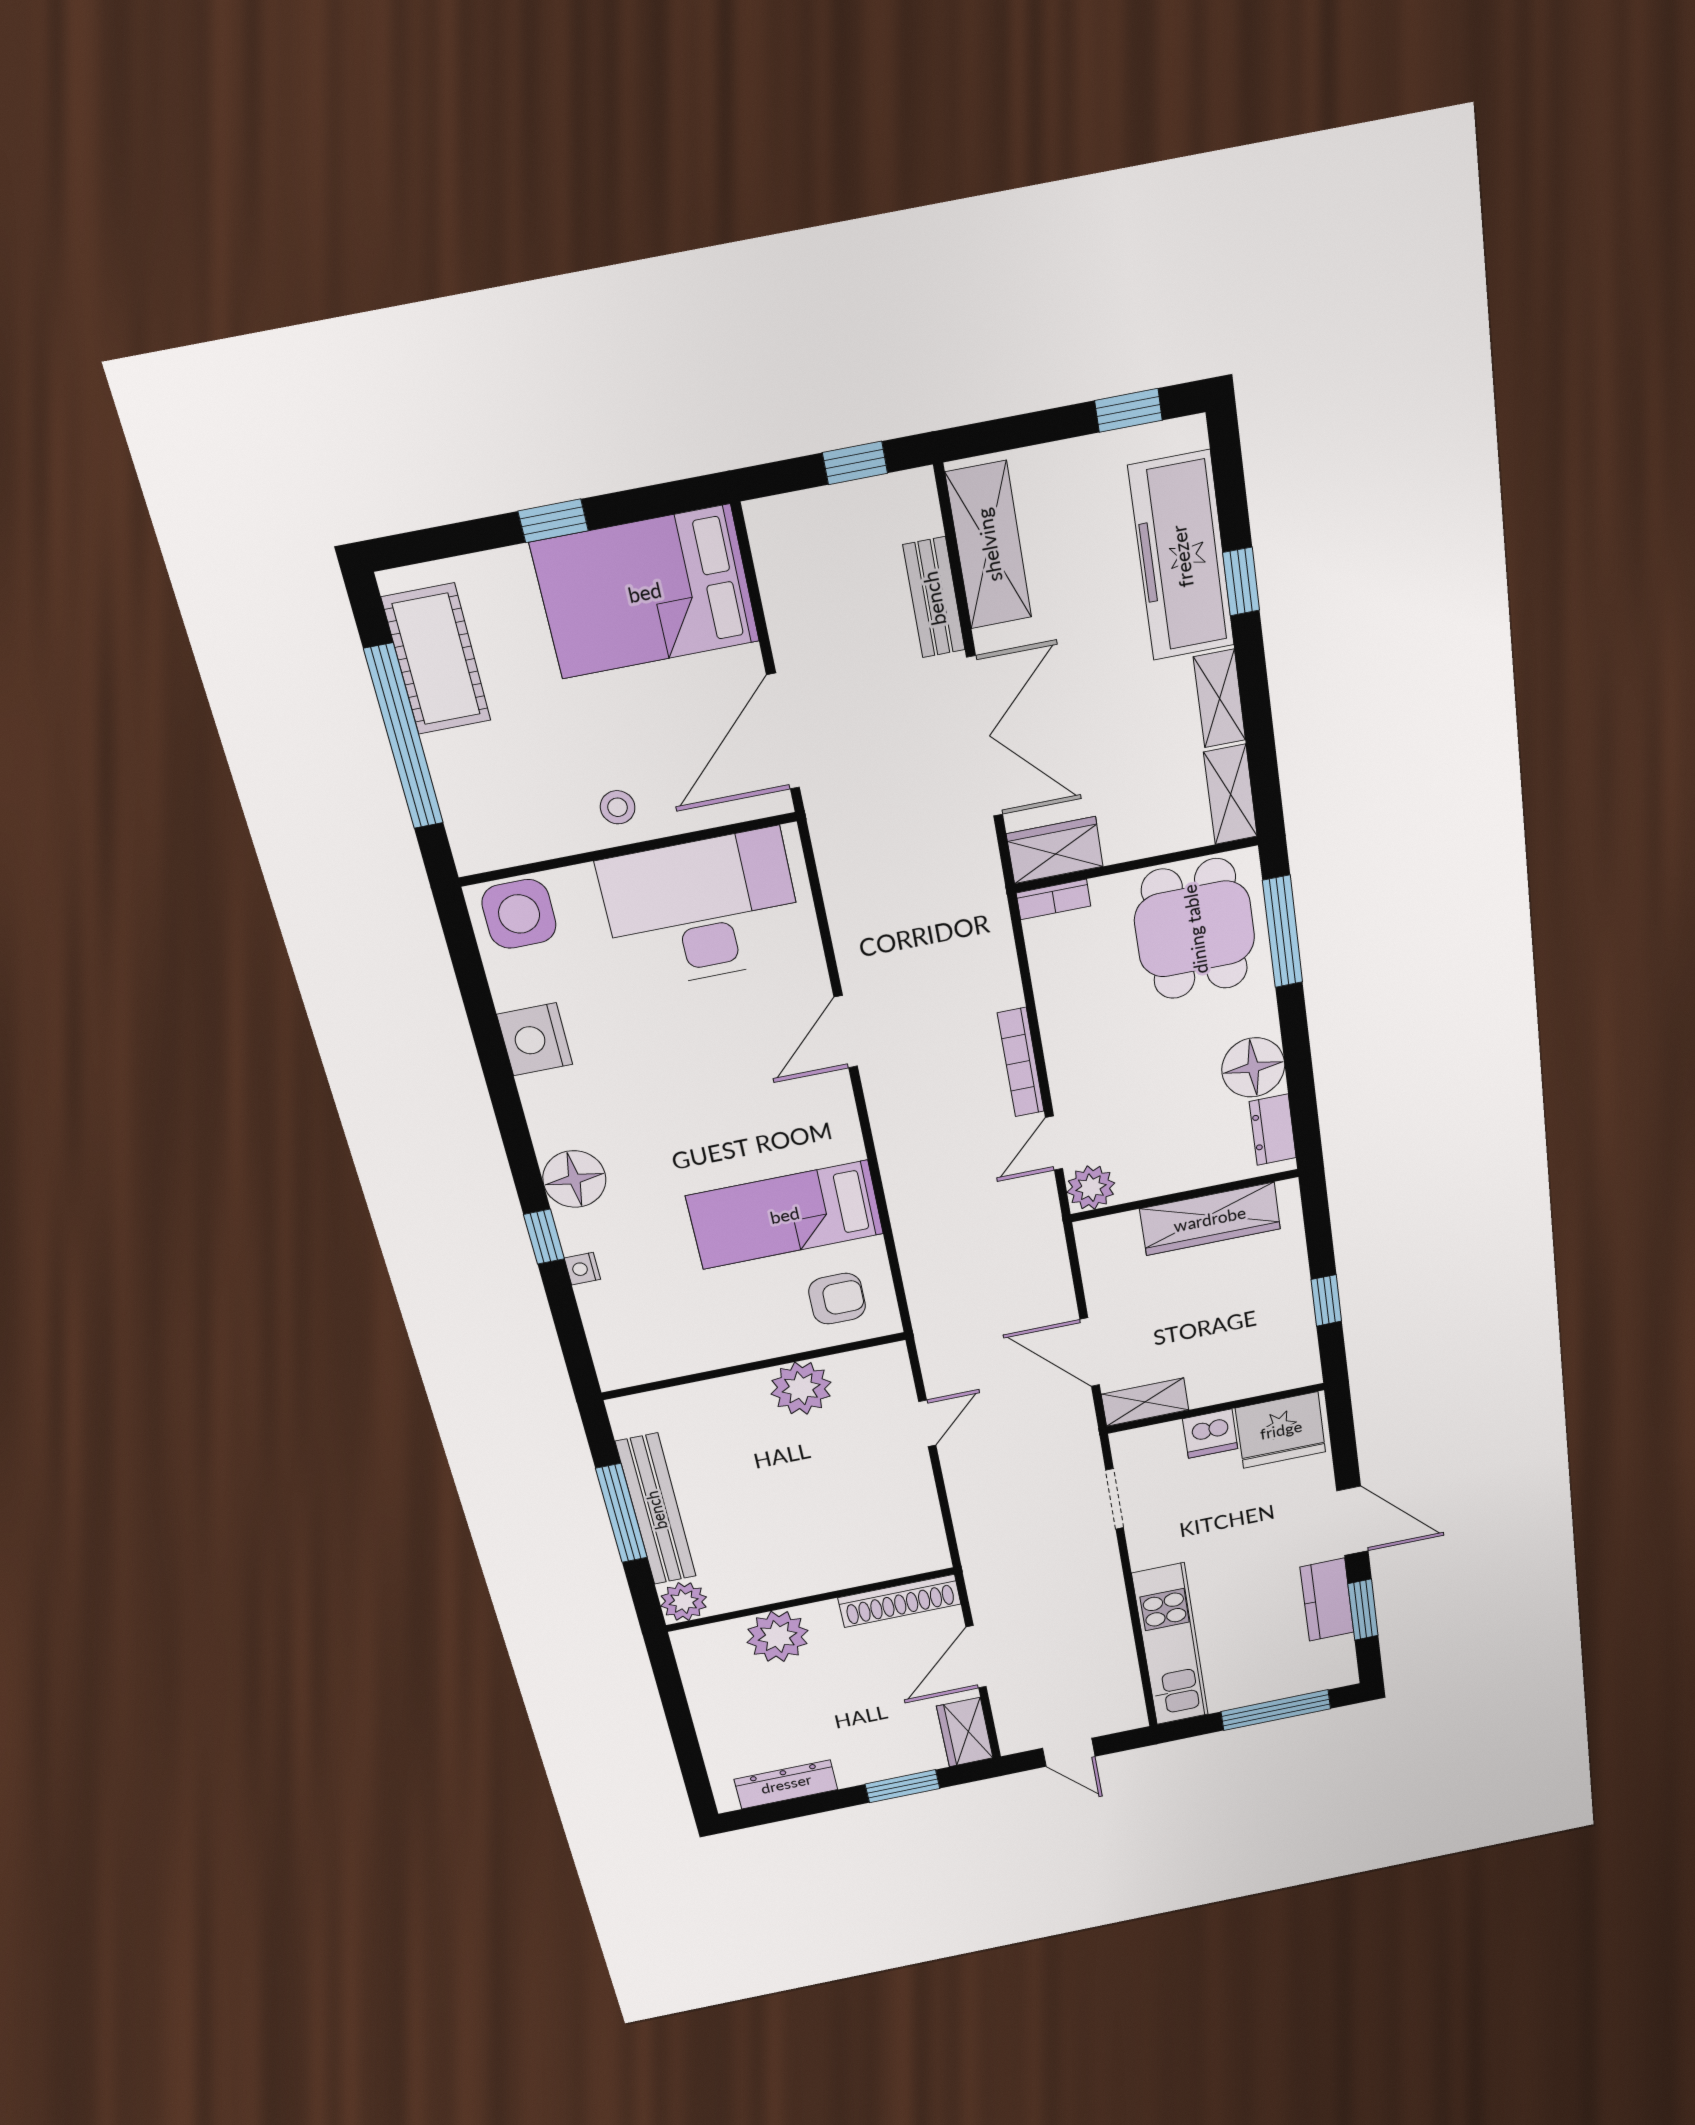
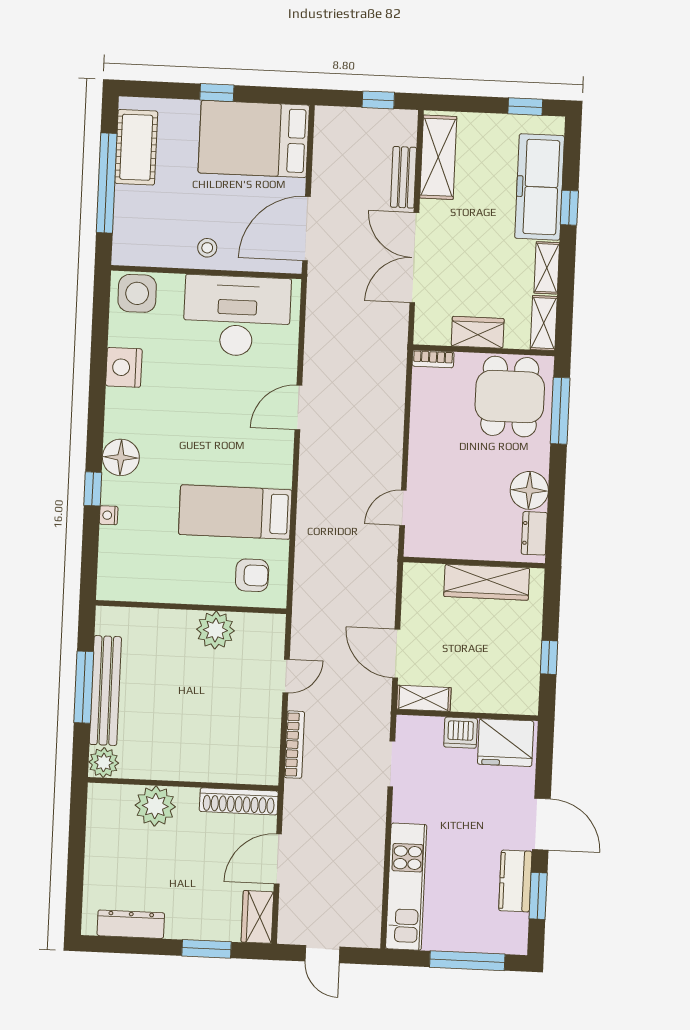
double door: (985, 737) -> (414, 258), swing flipped
wardrobe: (1055, 850) -> (478, 332), moved
bookcase: (1021, 1062) -> (294, 745), moved, turned 180
plant: (1091, 1188) -> (419, 542), removed

